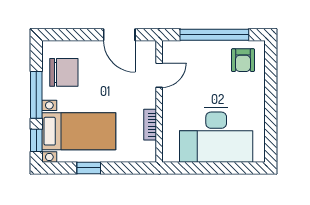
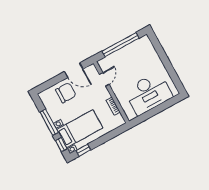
armchair: (243, 60) -> (141, 49), removed
chair: (64, 72) -> (66, 93), moved
window: (89, 168) -> (83, 150), moved

